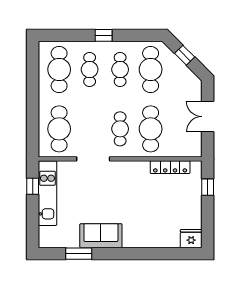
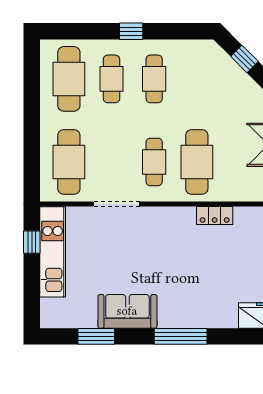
cafe table: (151, 69) -> (197, 79), removed
locker: (170, 167) -> (215, 215), width x0.66
window: (139, 254) -> (181, 336), added

